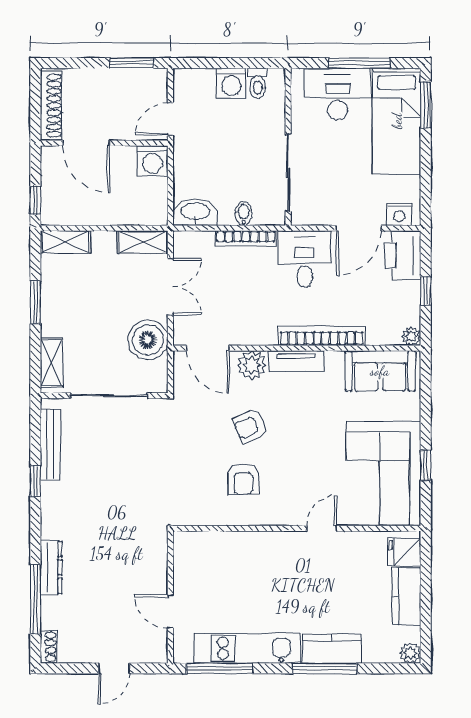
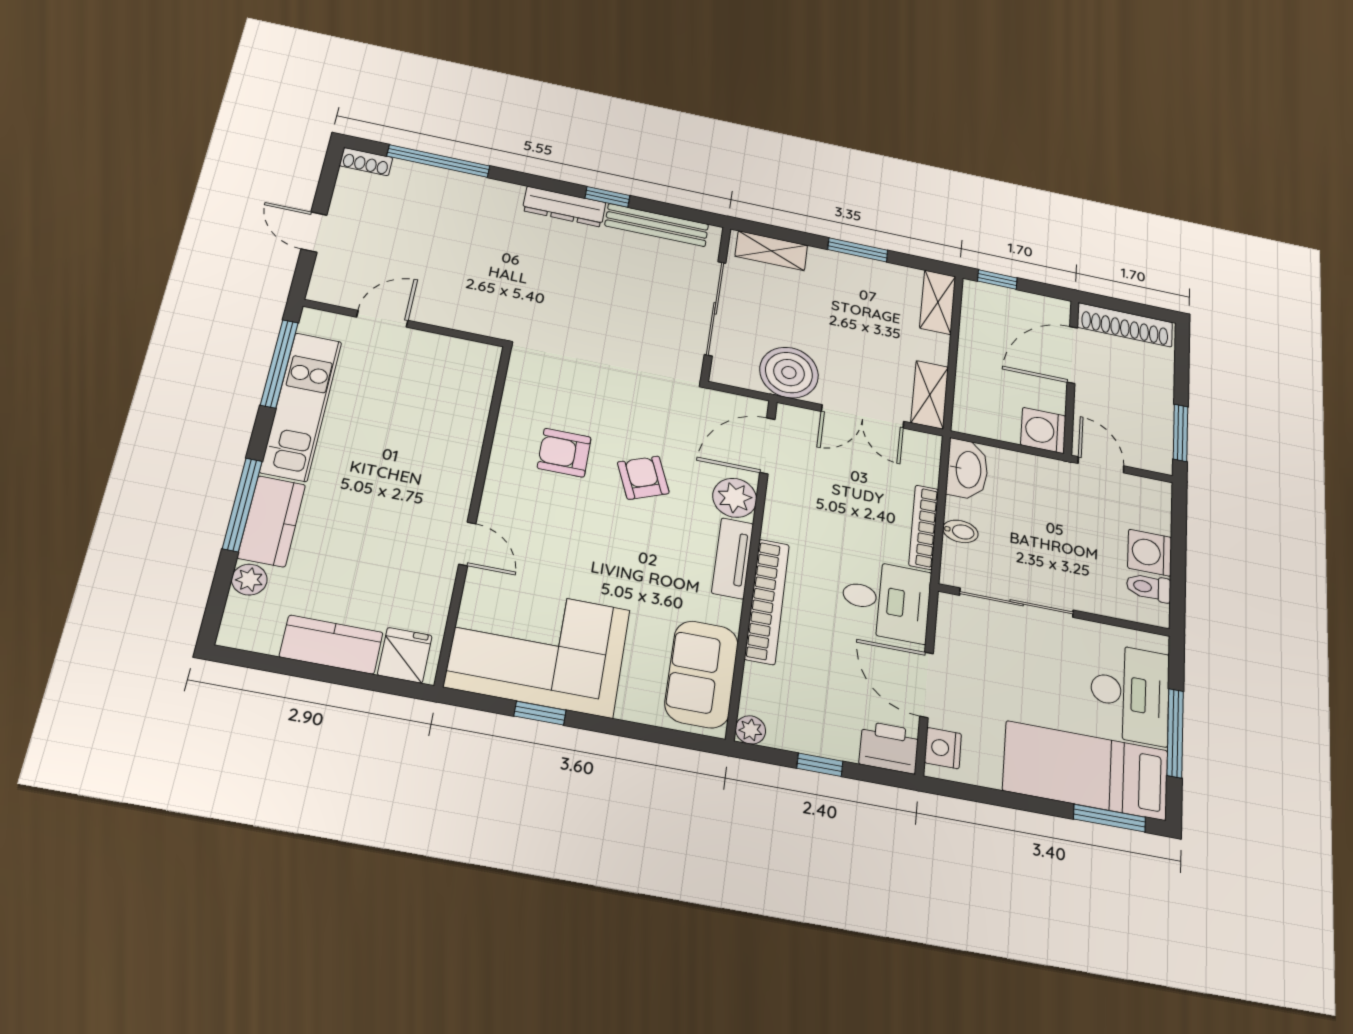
printer: (403, 255) -> (889, 747), width x0.73, depth x0.84
dresser: (51, 568) -> (564, 207), moved
plant: (410, 653) -> (249, 580), moved

